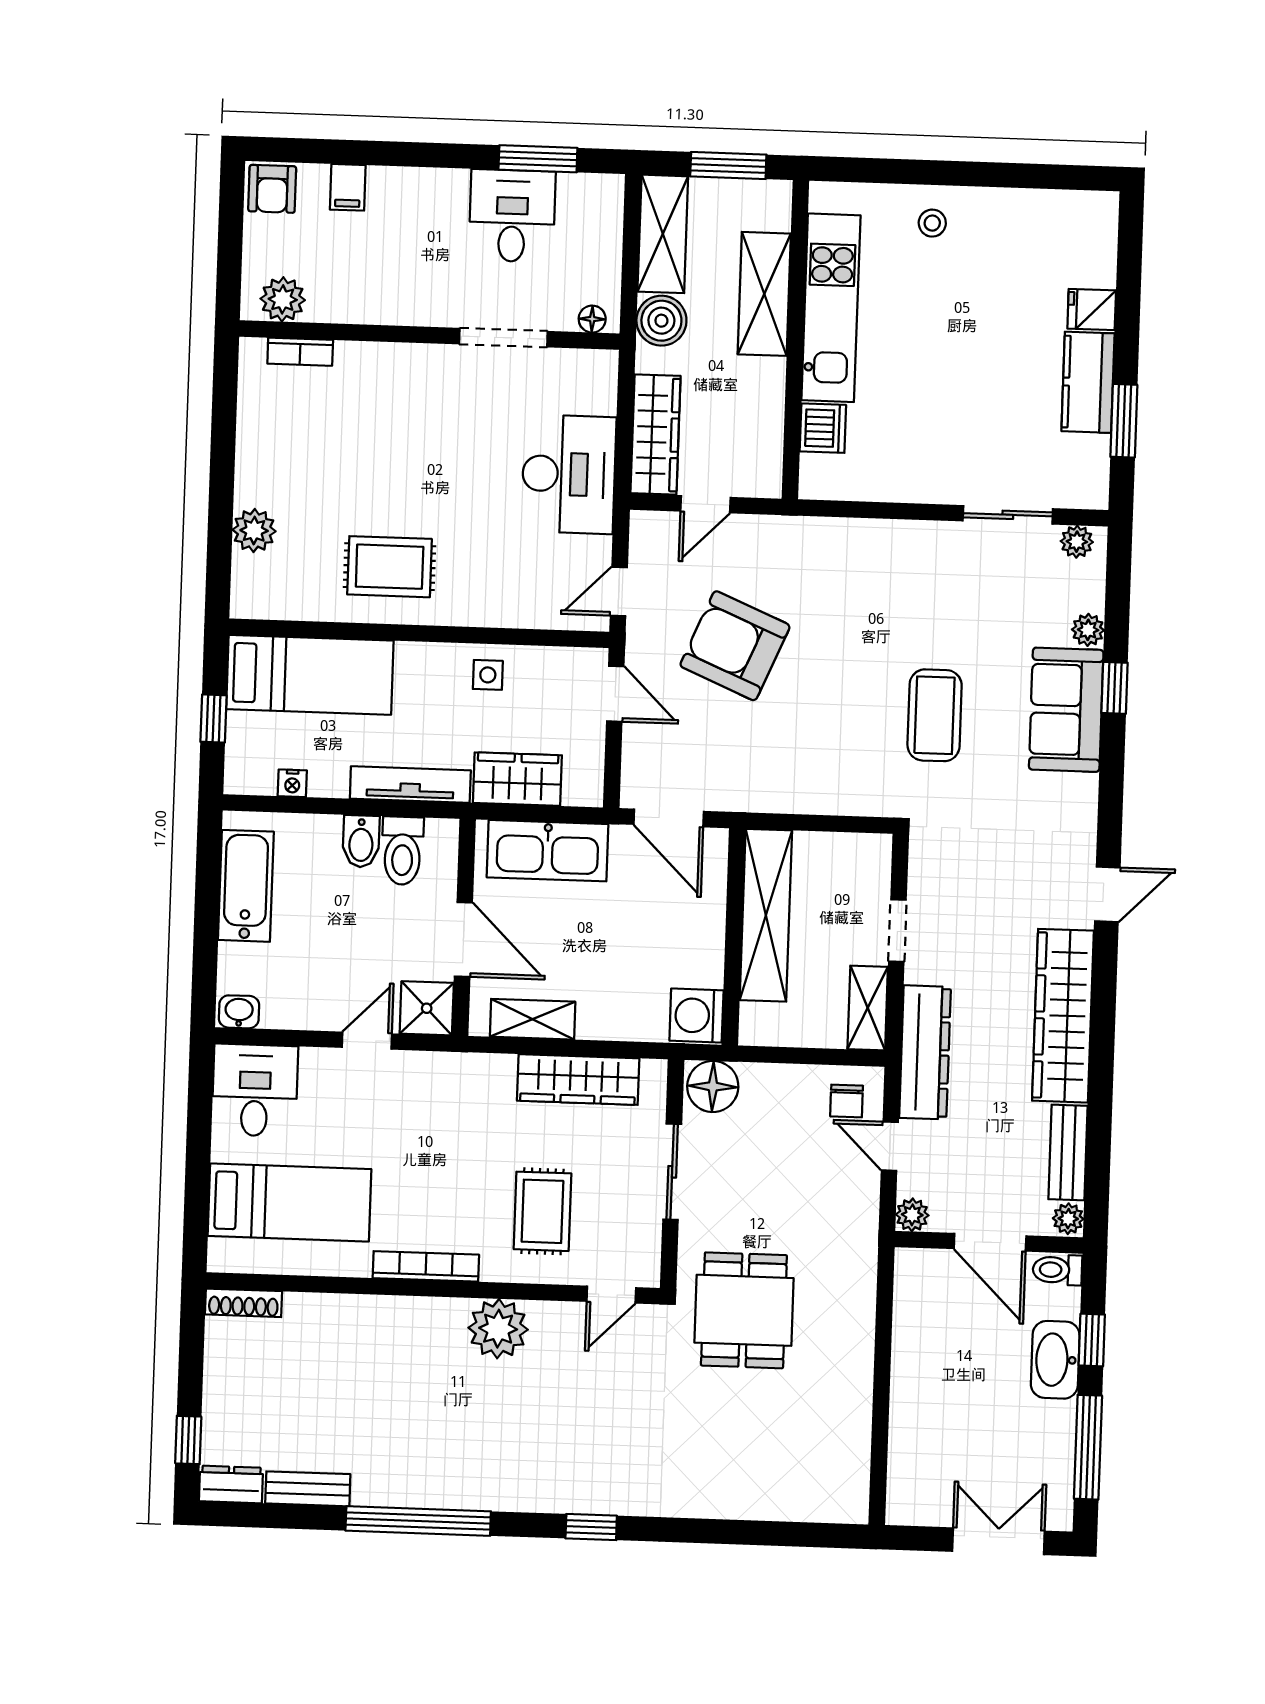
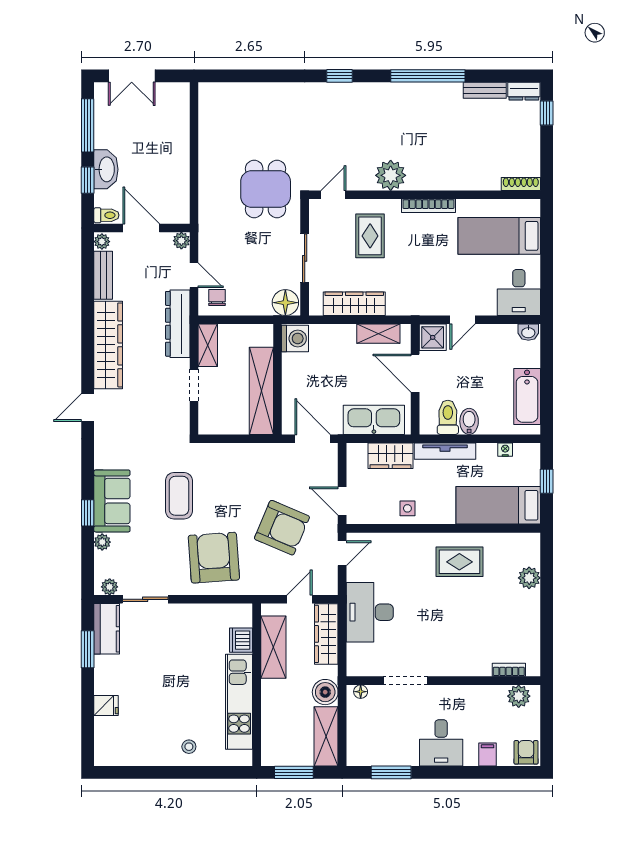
desk: (512, 216) -> (441, 743), moved
shelving: (764, 294) -> (273, 647), moved
kitchen counter: (1088, 382) -> (107, 629), moved
armchair: (870, 592) -> (214, 558), added

